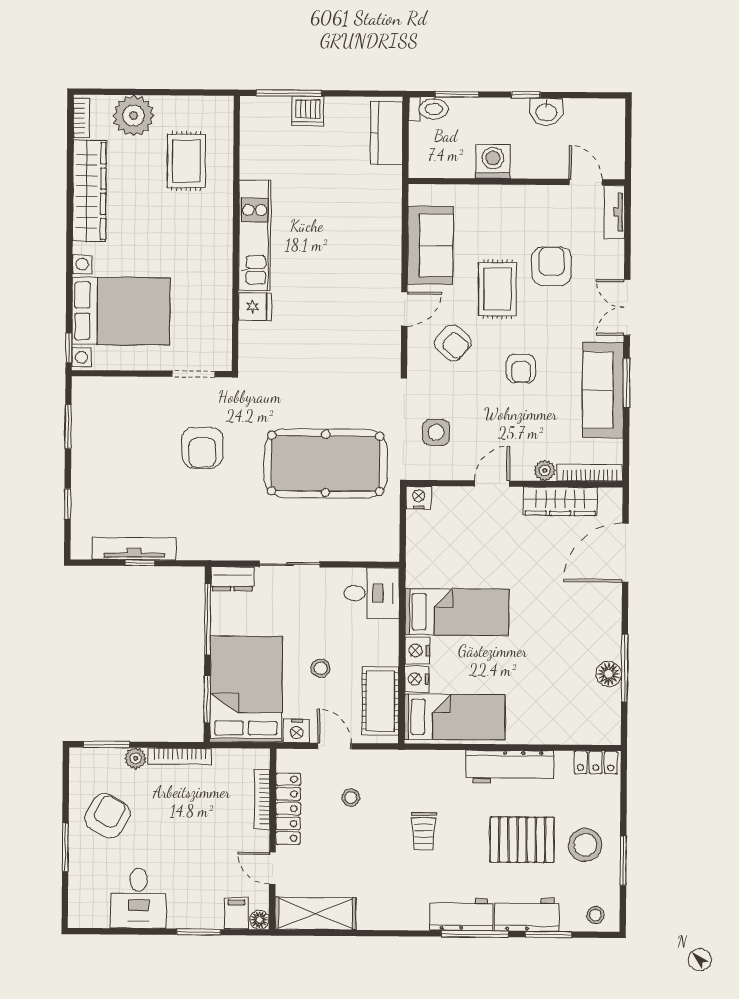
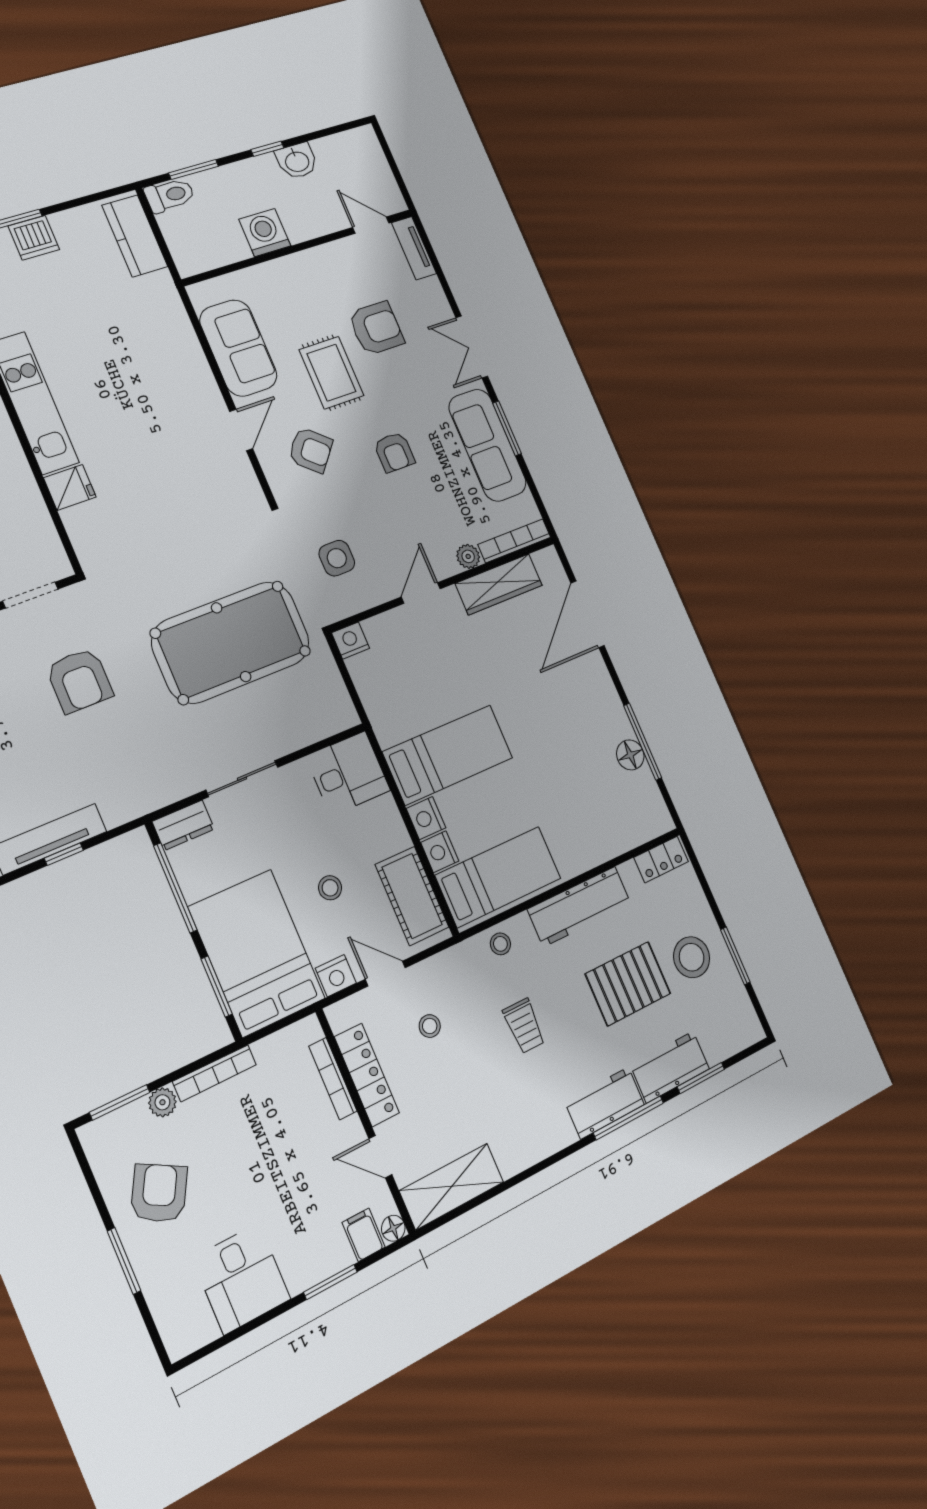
armchair: (552, 266) -> (376, 328), turned 90
stool: (595, 915) -> (500, 944), moved

